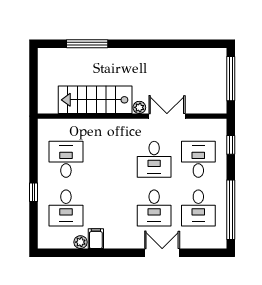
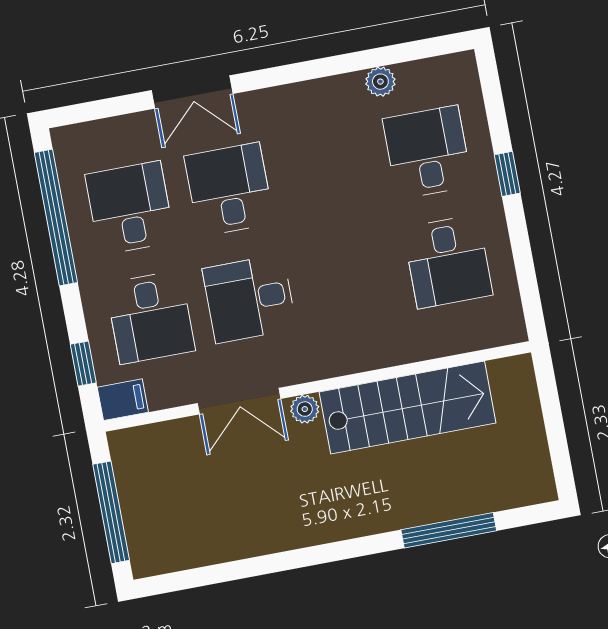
desk: (154, 159) -> (250, 299), turned -90
filing cabinet: (96, 239) -> (123, 400), moved, turned -90

